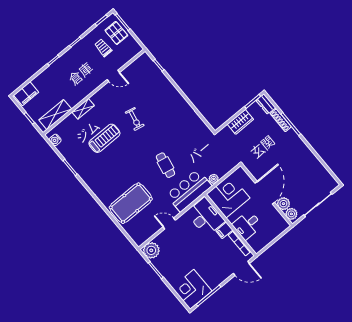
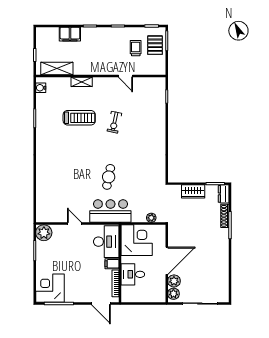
filing cabinet: (26, 94) -> (70, 34), moved
plant: (214, 179) -> (151, 218), moved
pool table: (131, 203) -> (58, 184), removed

